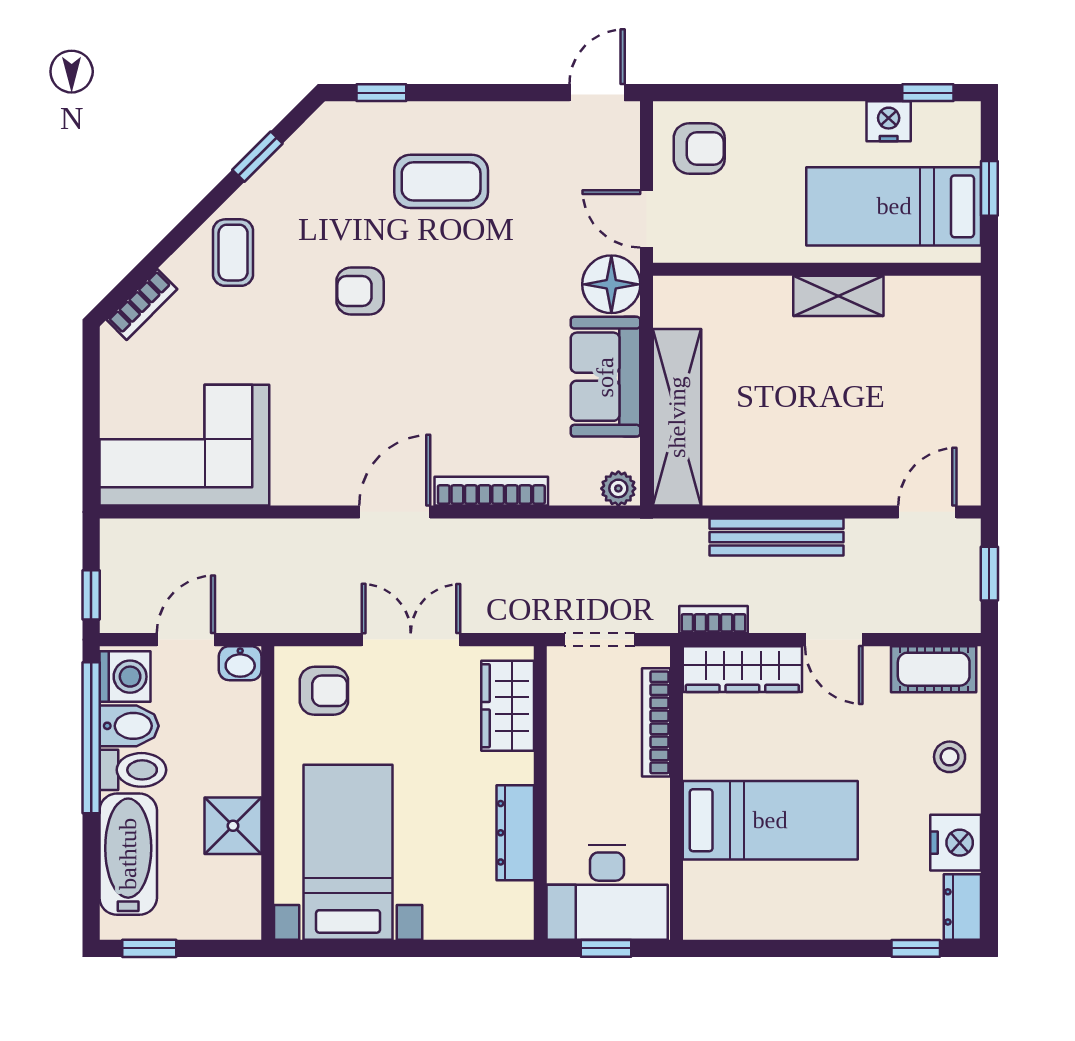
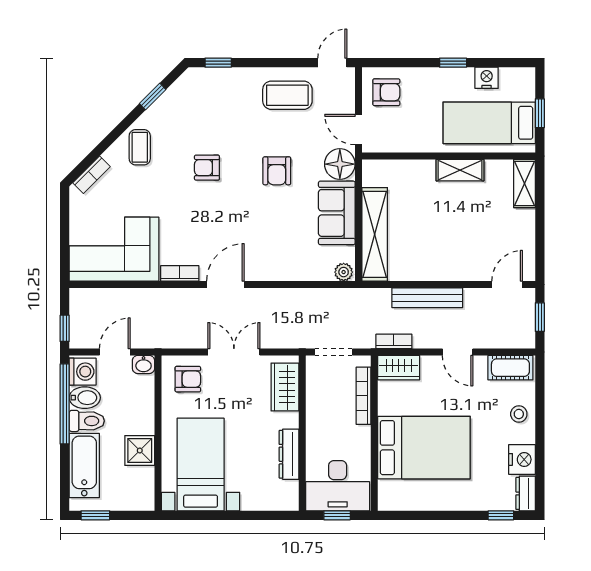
window: (928, 93) -> (453, 63), moved
coffee table: (441, 181) -> (287, 95), moved
armchair: (492, 297) -> (277, 171), added
shelving: (960, 321) -> (525, 184), added
bookcase: (491, 491) -> (180, 273), moved, width x0.64
wardrobe: (742, 669) -> (399, 368), width x0.67
bed: (770, 820) -> (424, 448), width x1.50

